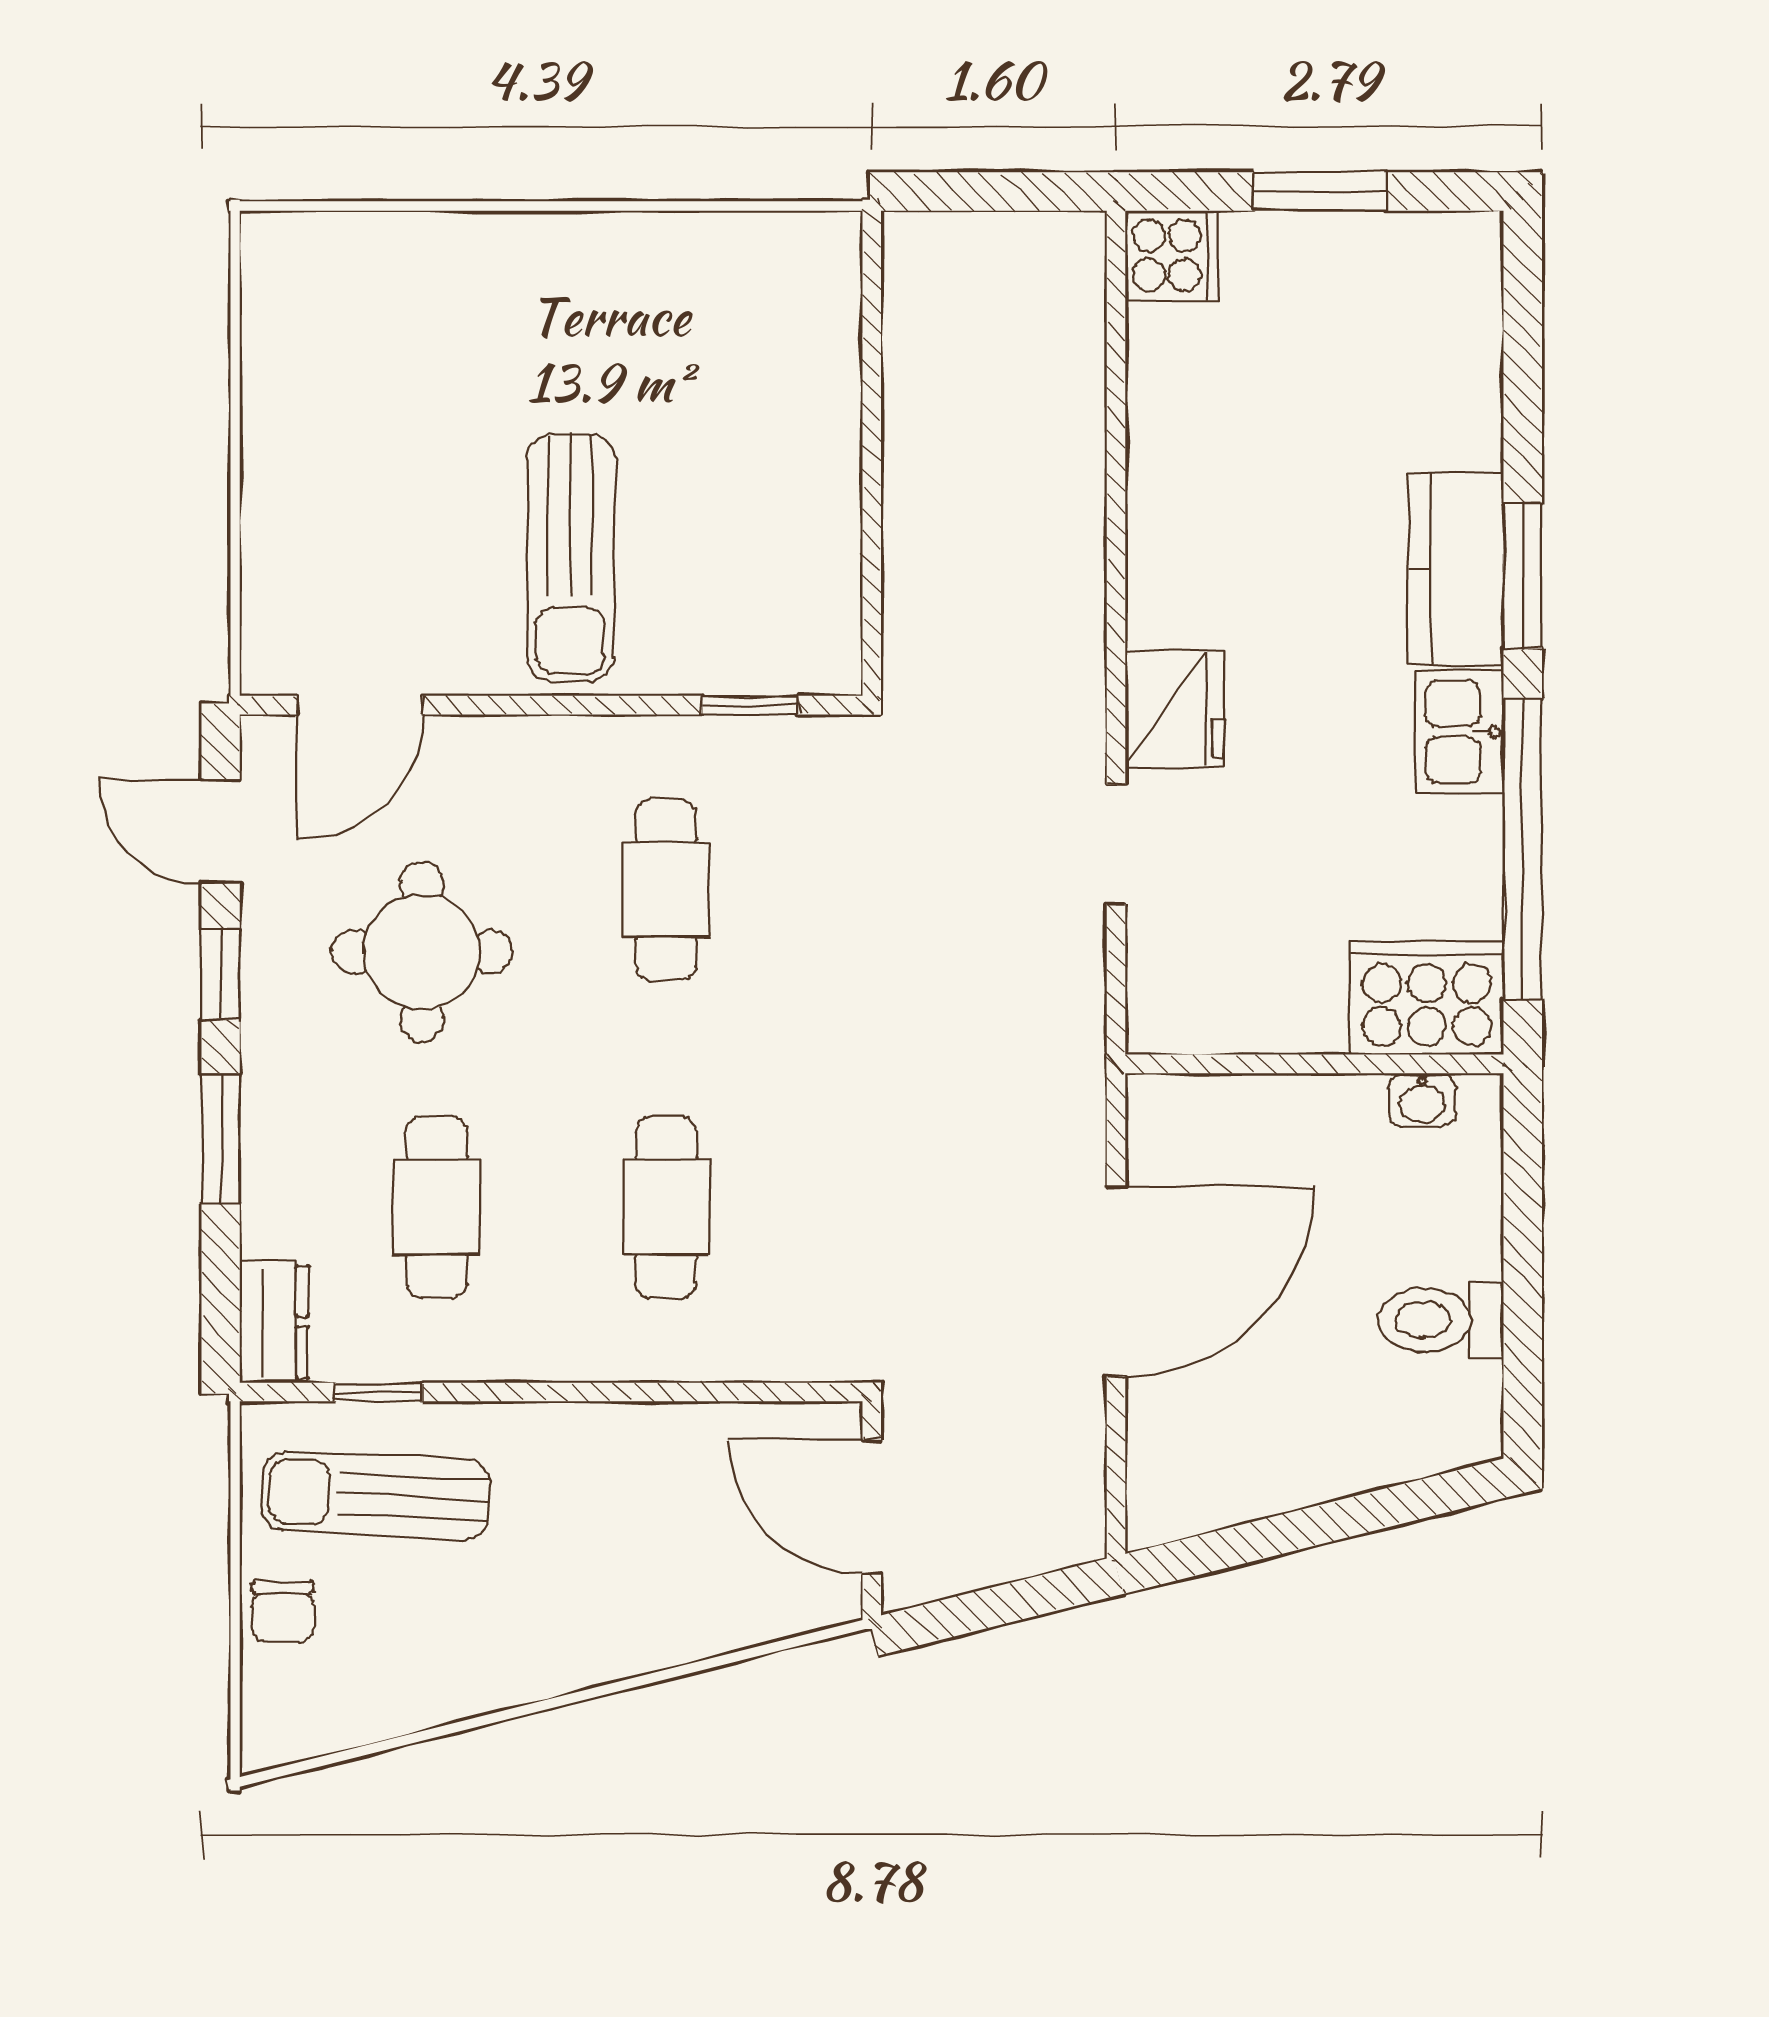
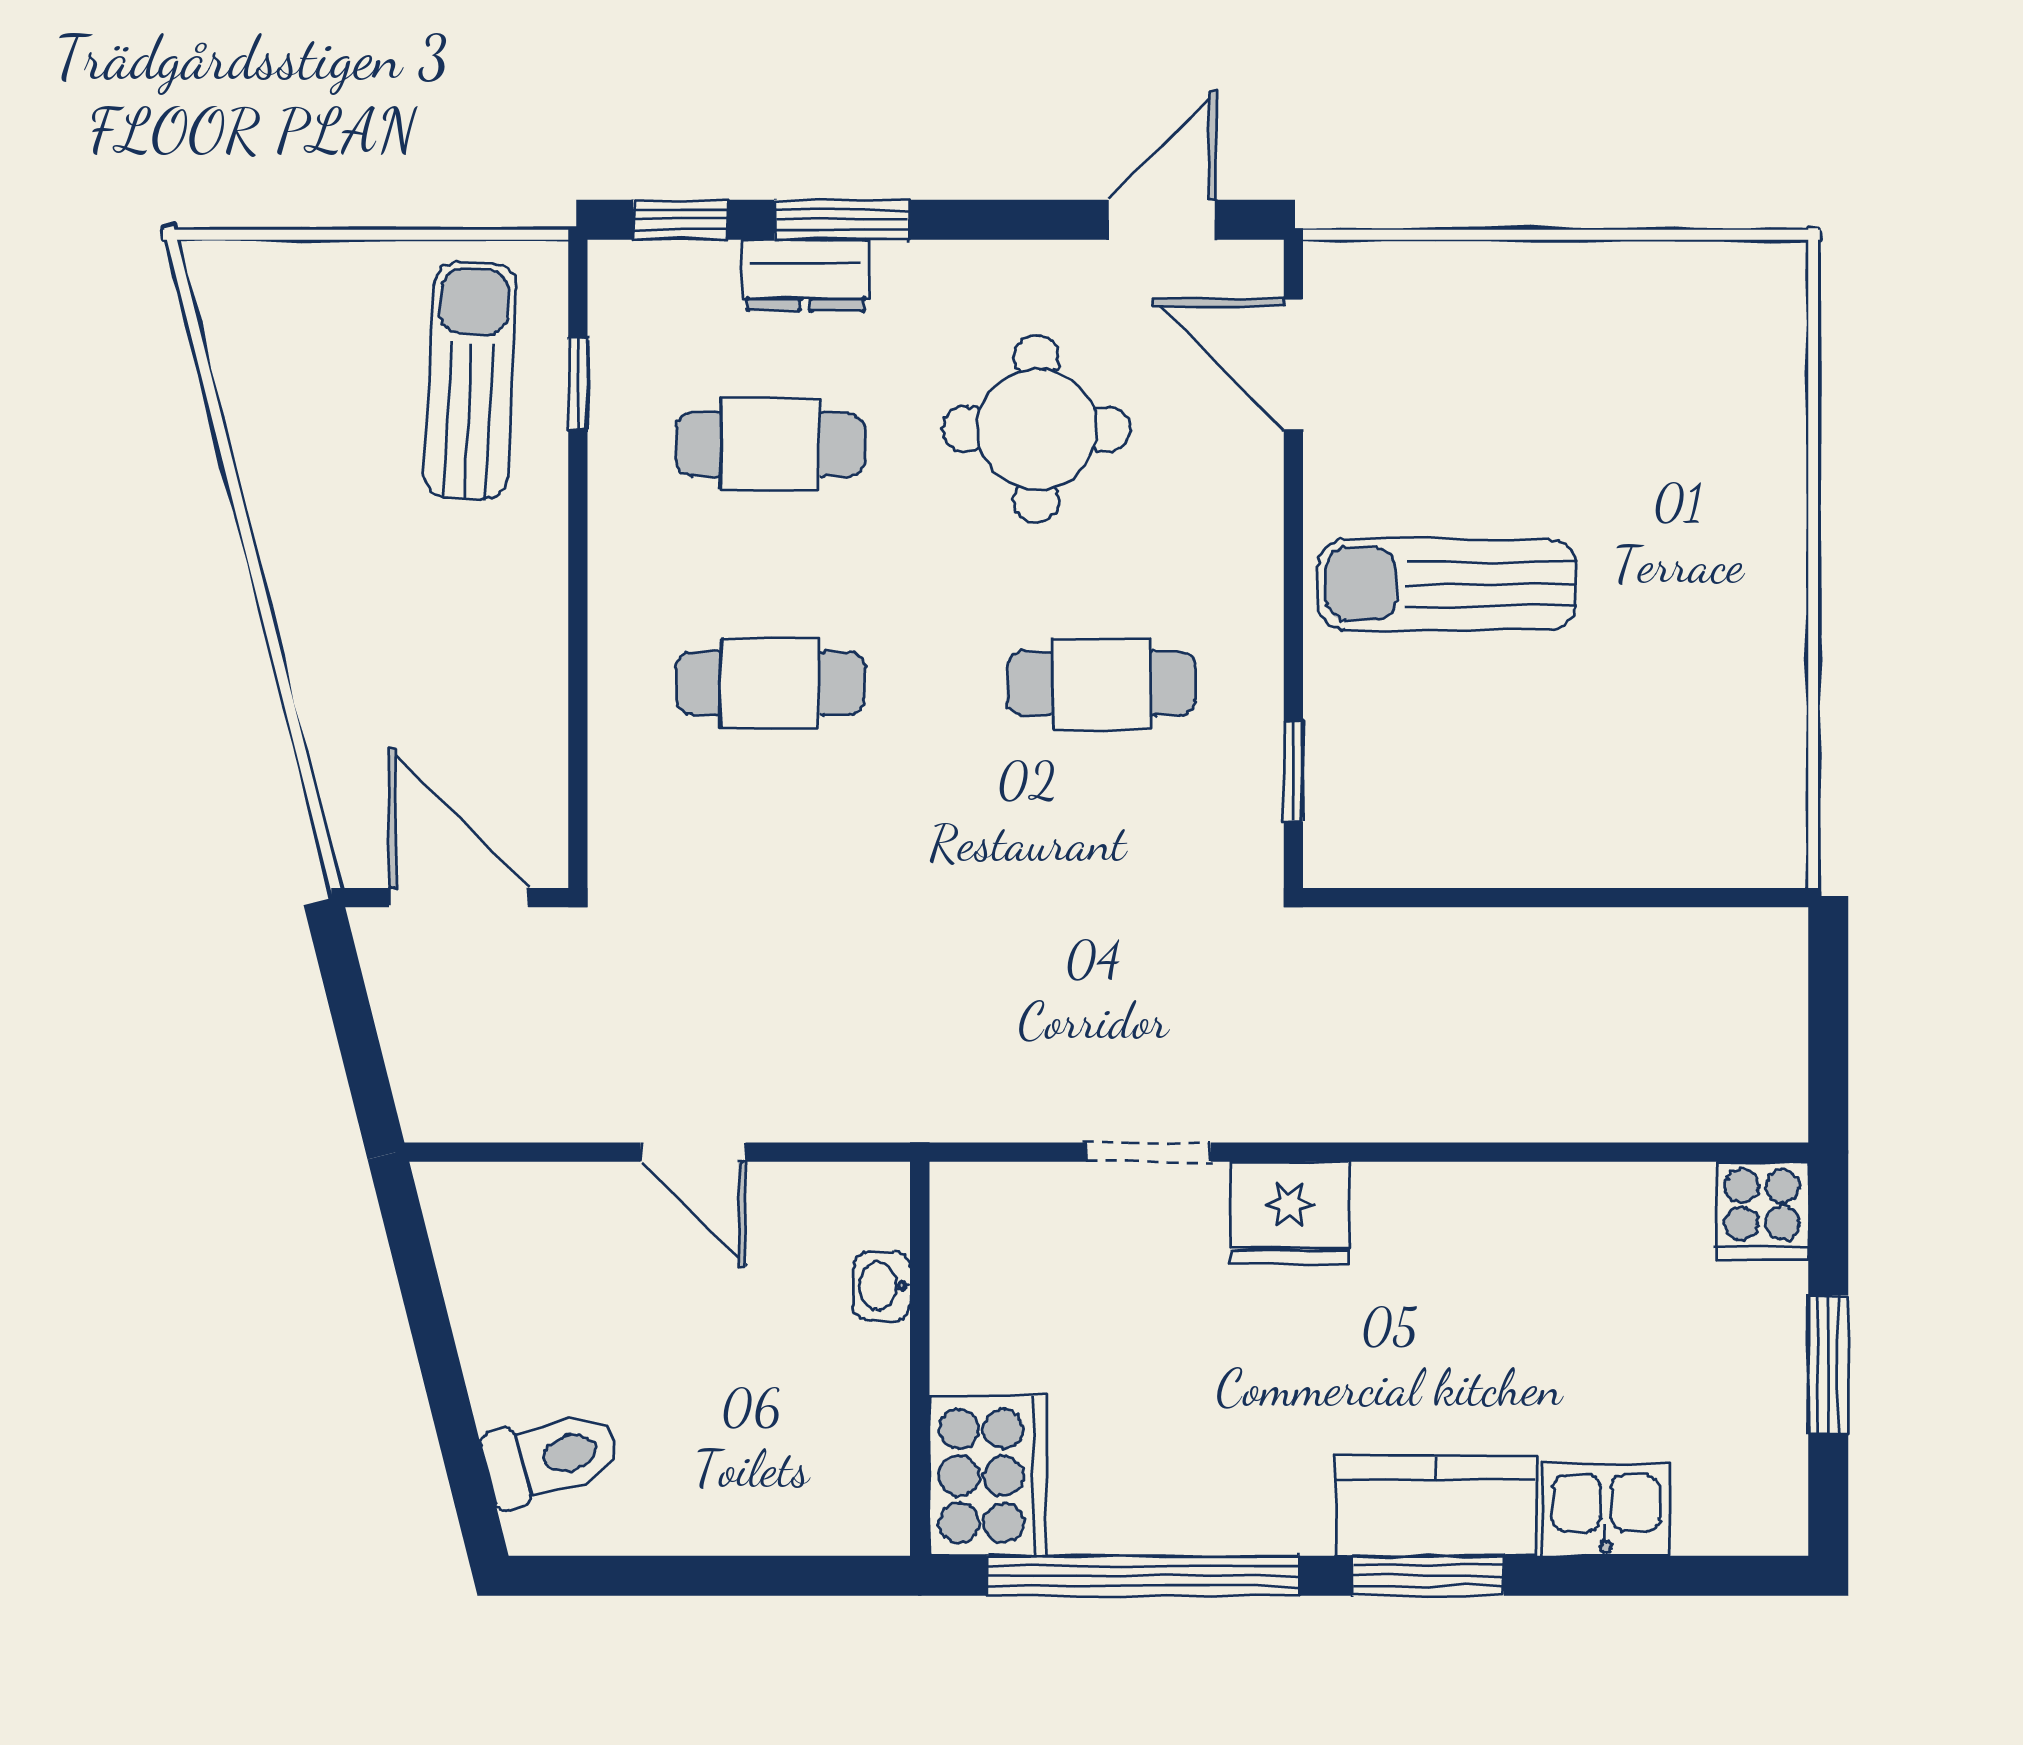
kitchen sink: (1459, 732) -> (1606, 1510), moved
window: (221, 974) -> (680, 220), moved
washbasin: (1422, 1100) -> (882, 1286), moved
door: (1116, 1282) -> (693, 1152), width x0.53
toilet: (1441, 1320) -> (551, 1458), moved, turned 76
dresser: (274, 1322) -> (806, 275), moved
door: (872, 1507) -> (459, 898), hinge flipped
chair: (283, 1612) -> (349, 284), removed

